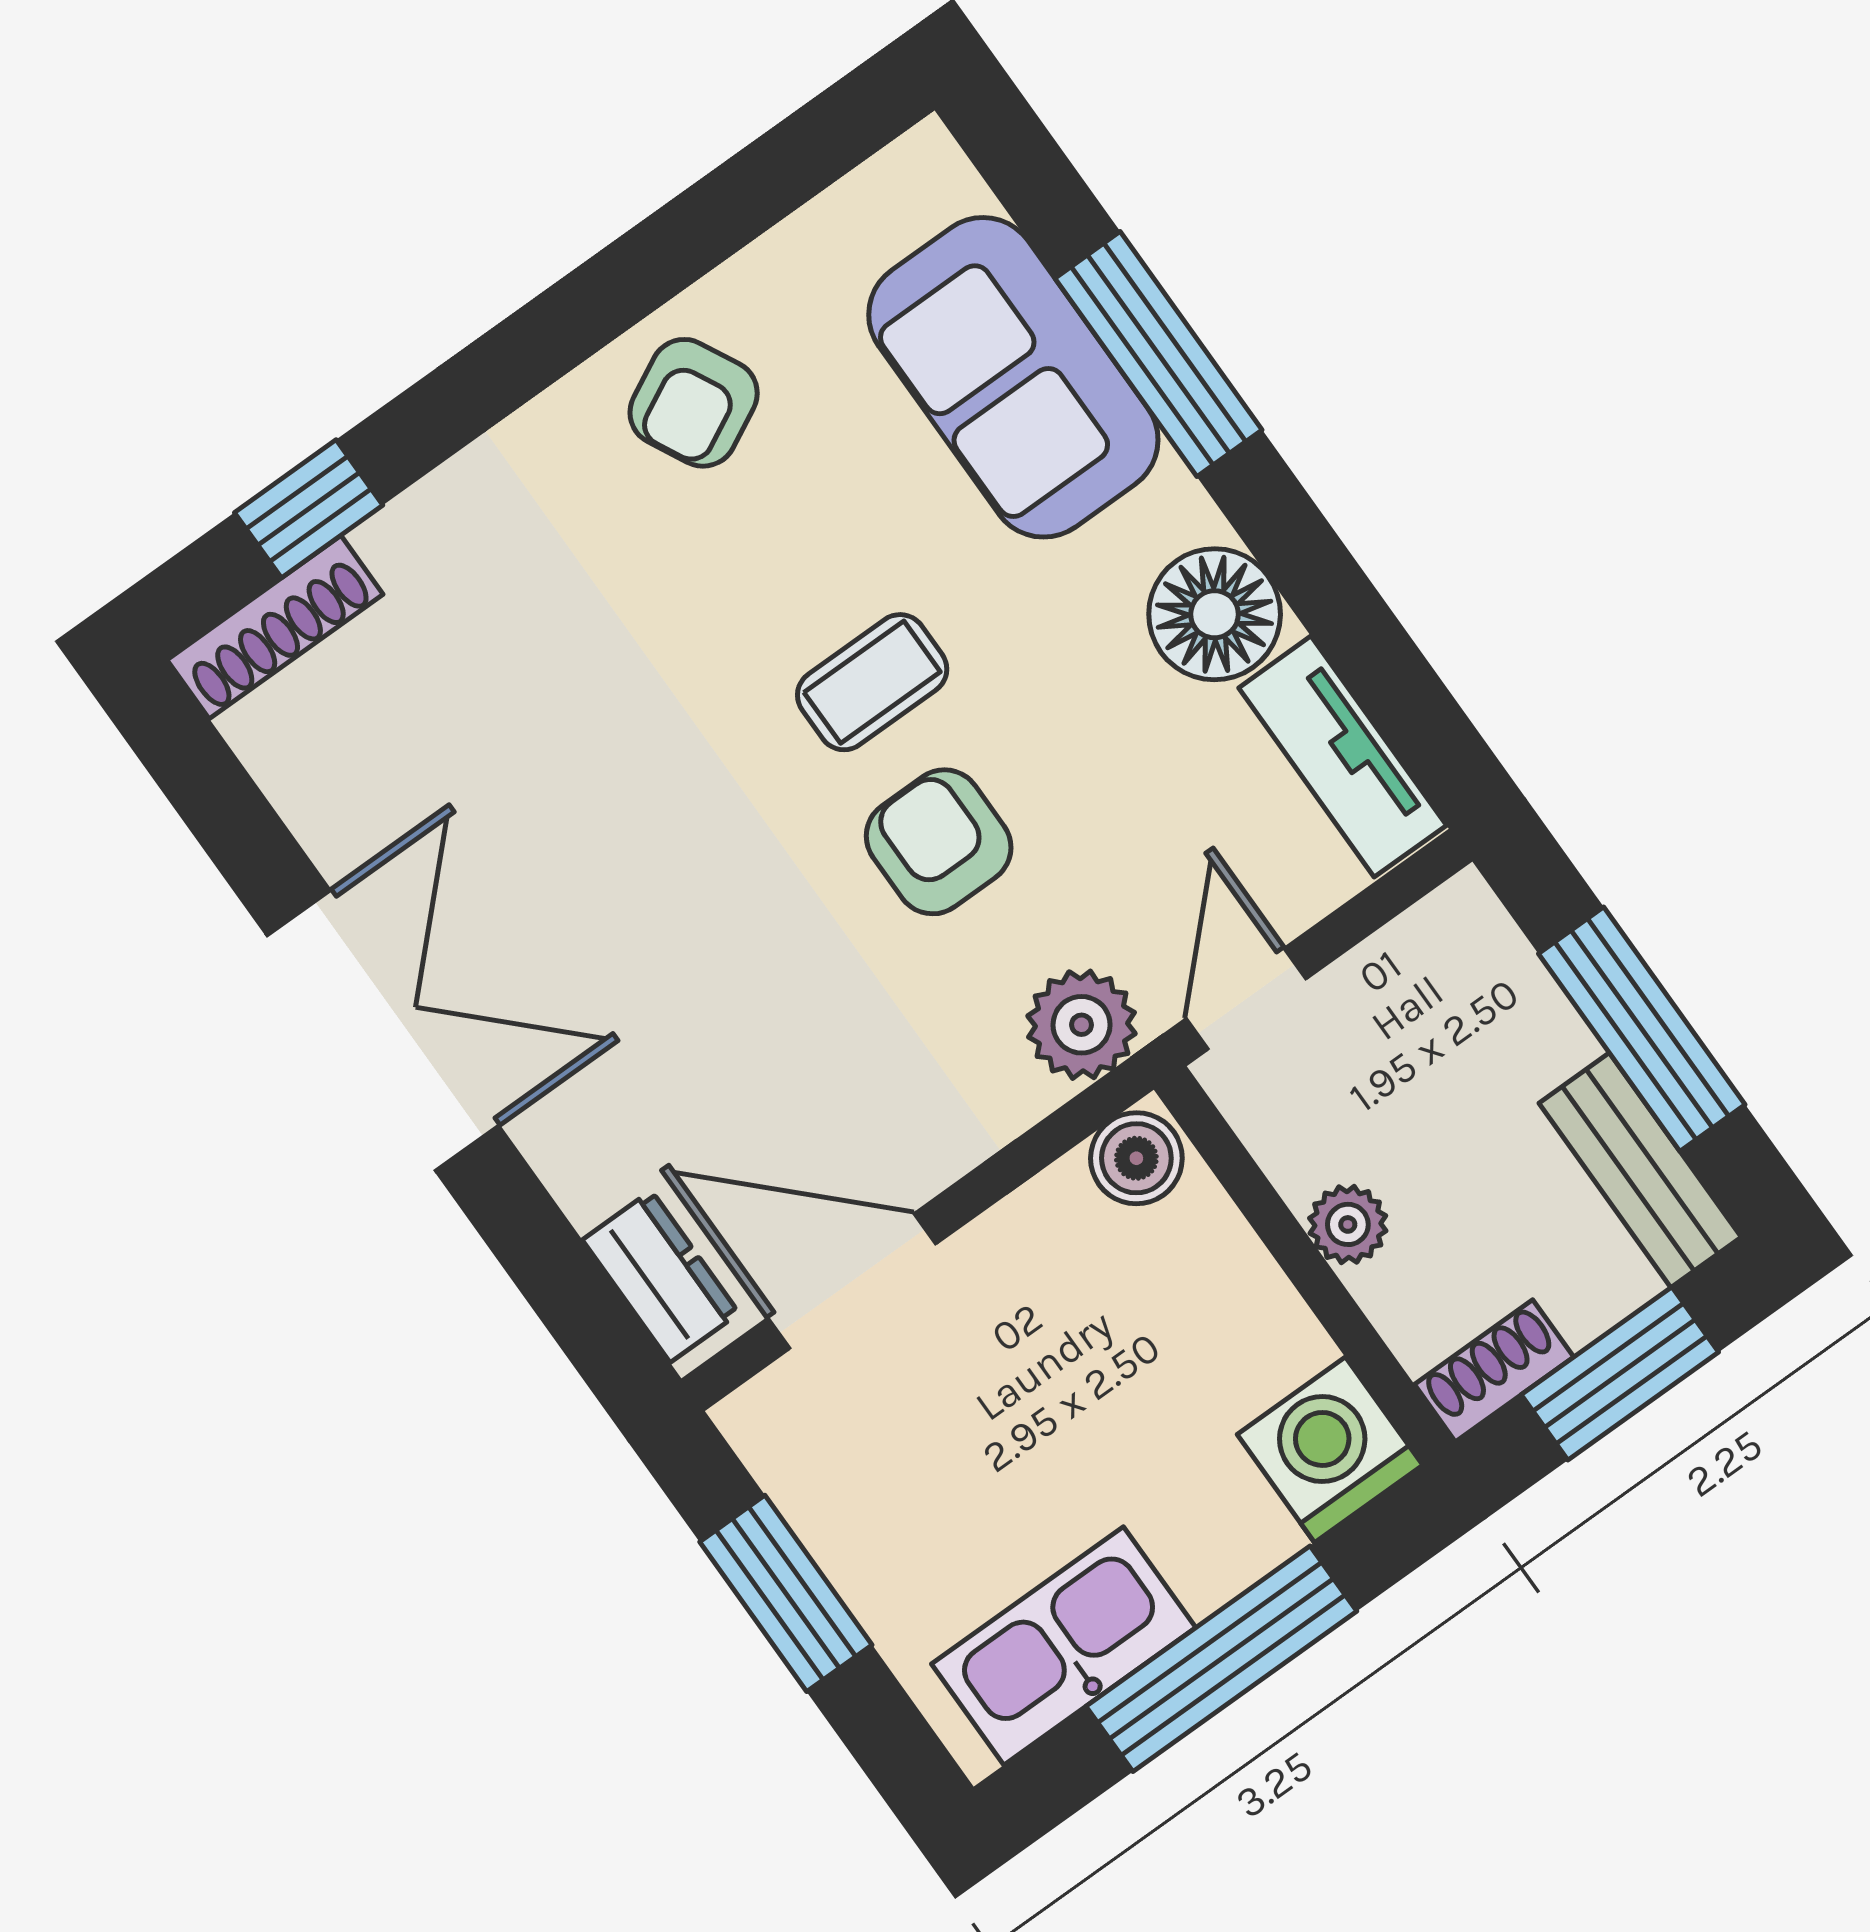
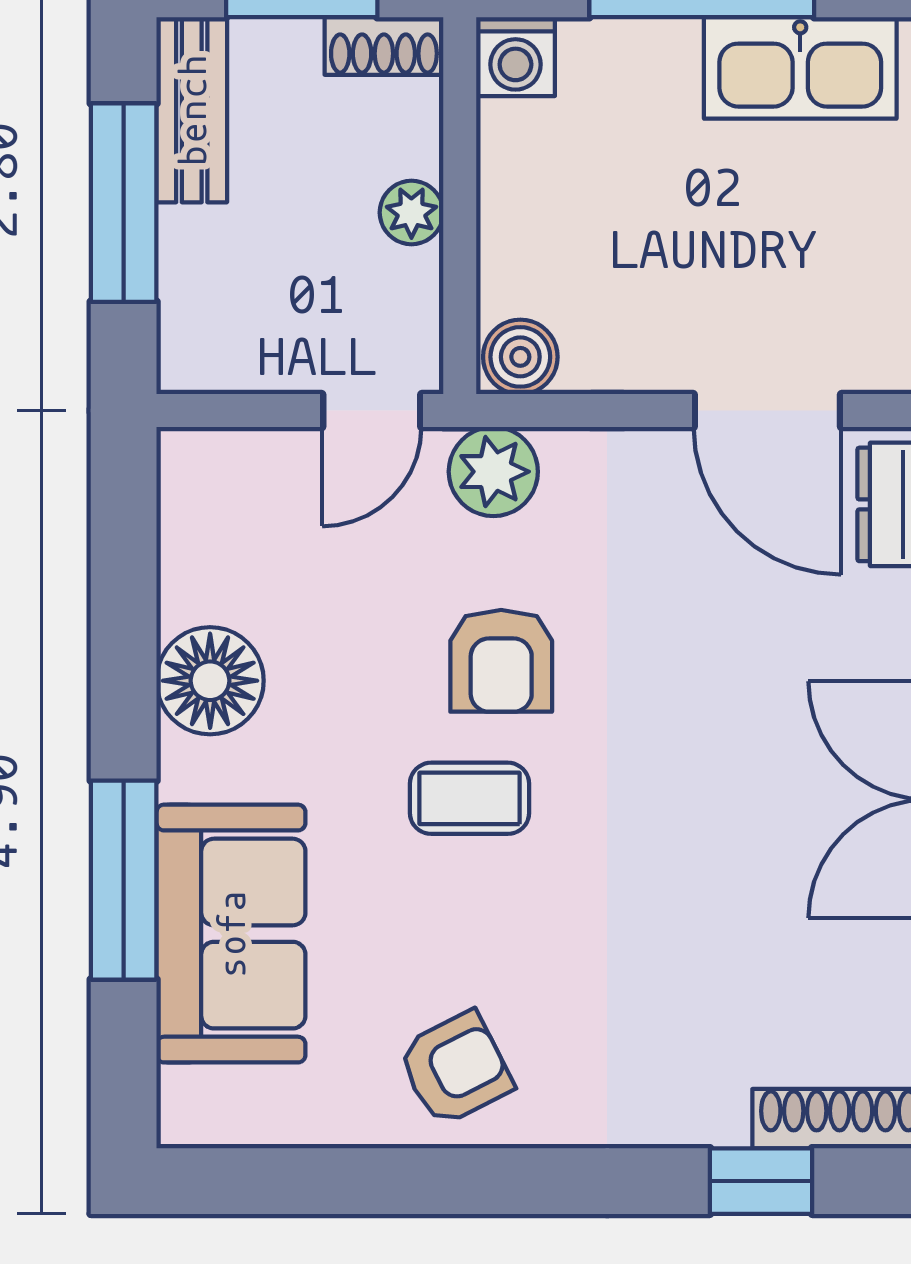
tv unit: (1343, 757) -> (193, 525), removed
washing machine: (1330, 1450) -> (515, 57), width x0.73, depth x0.73

